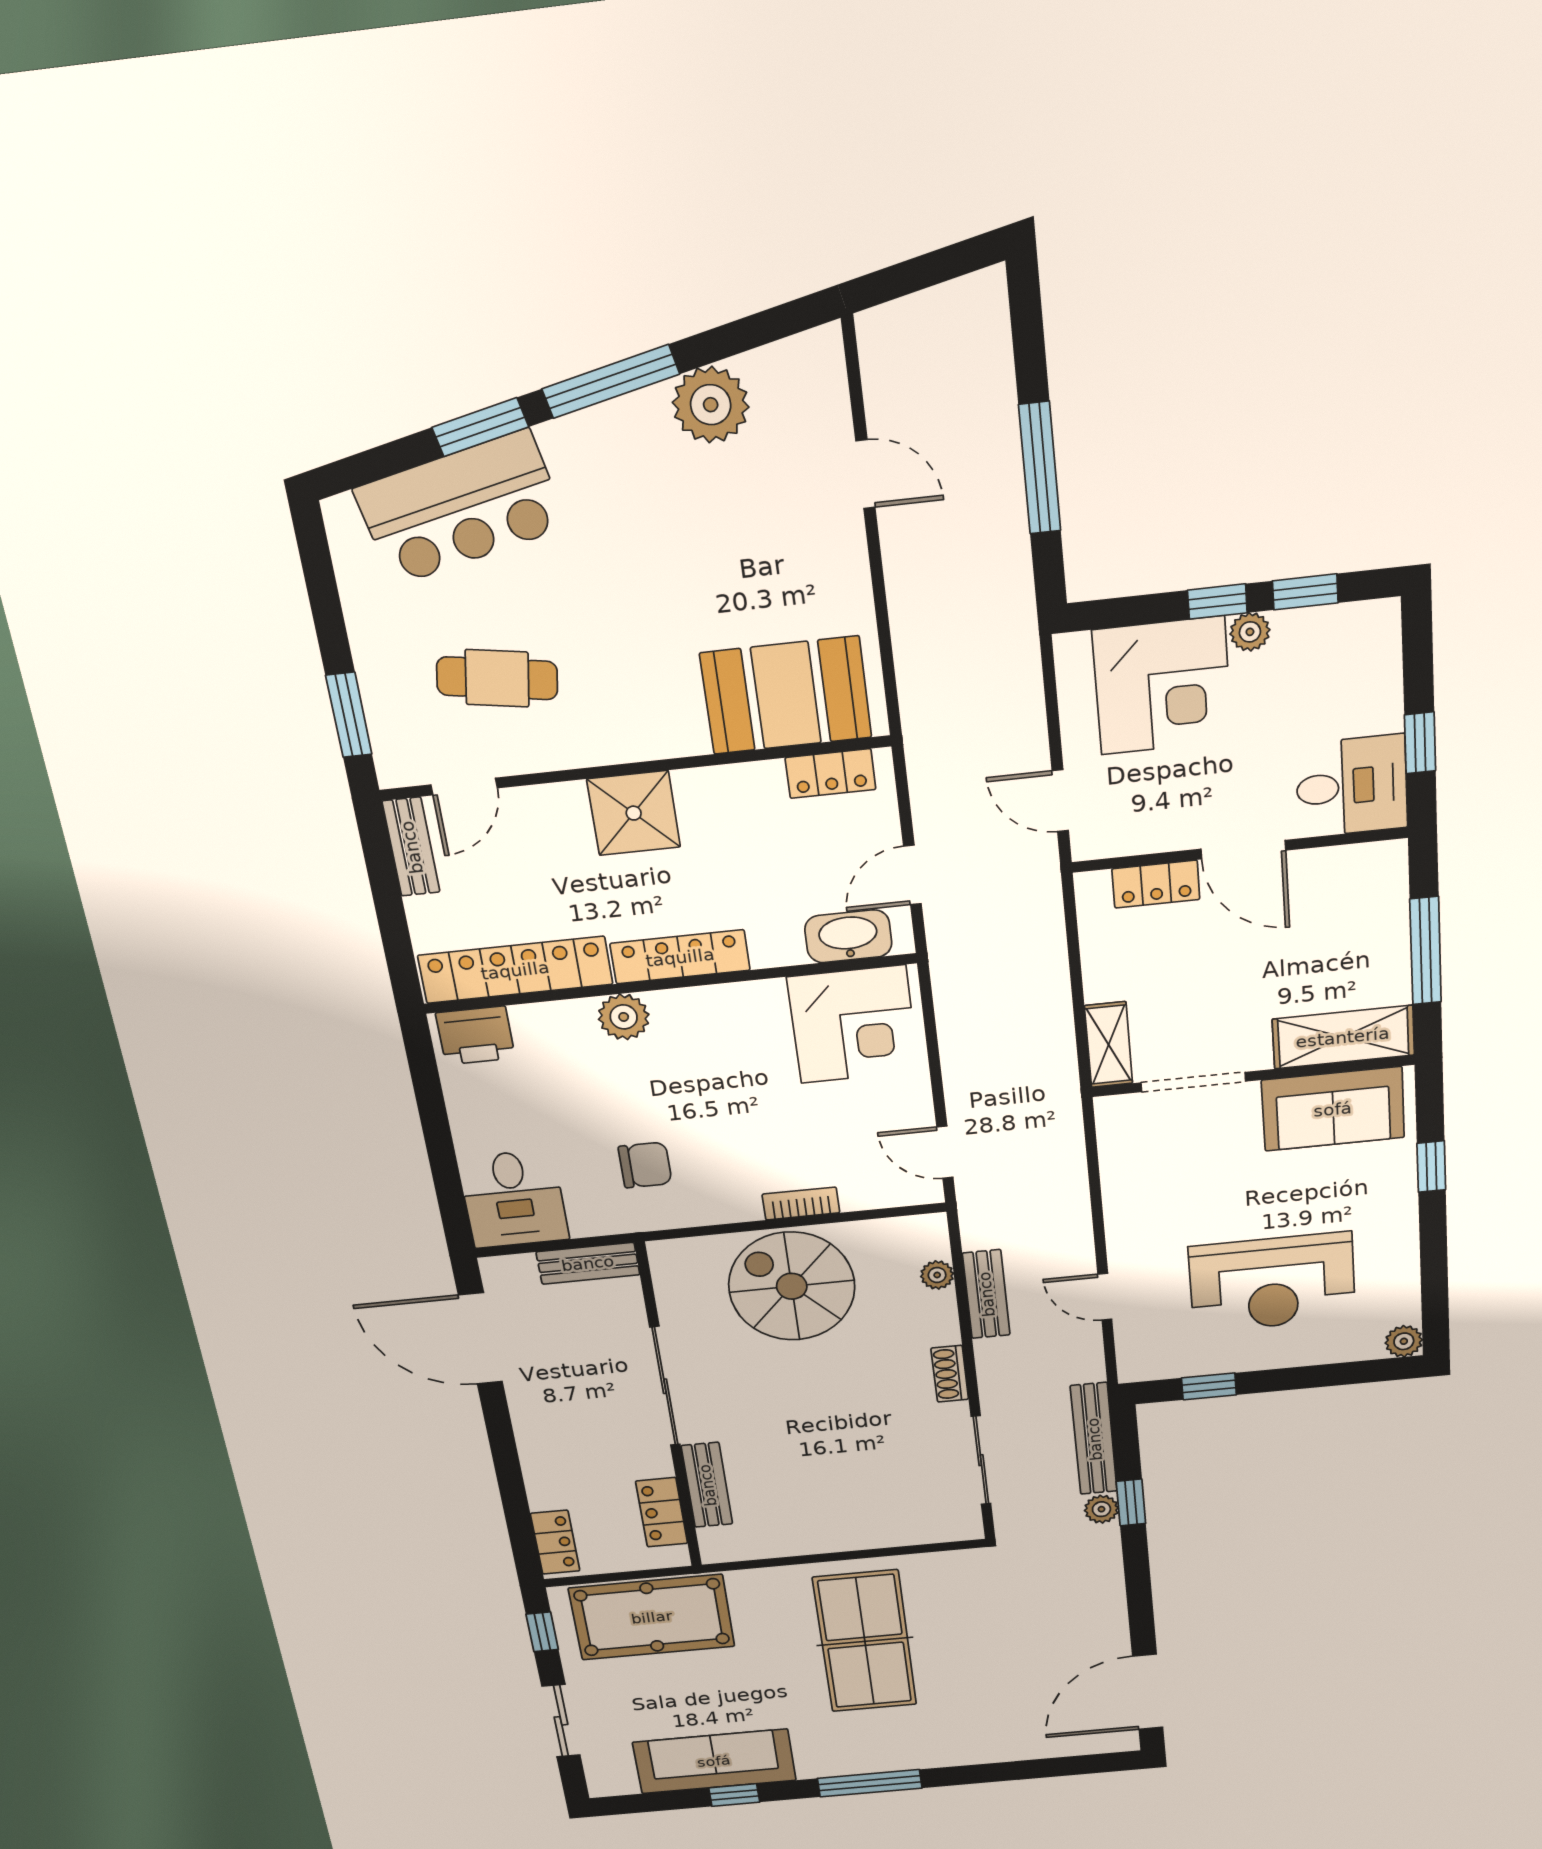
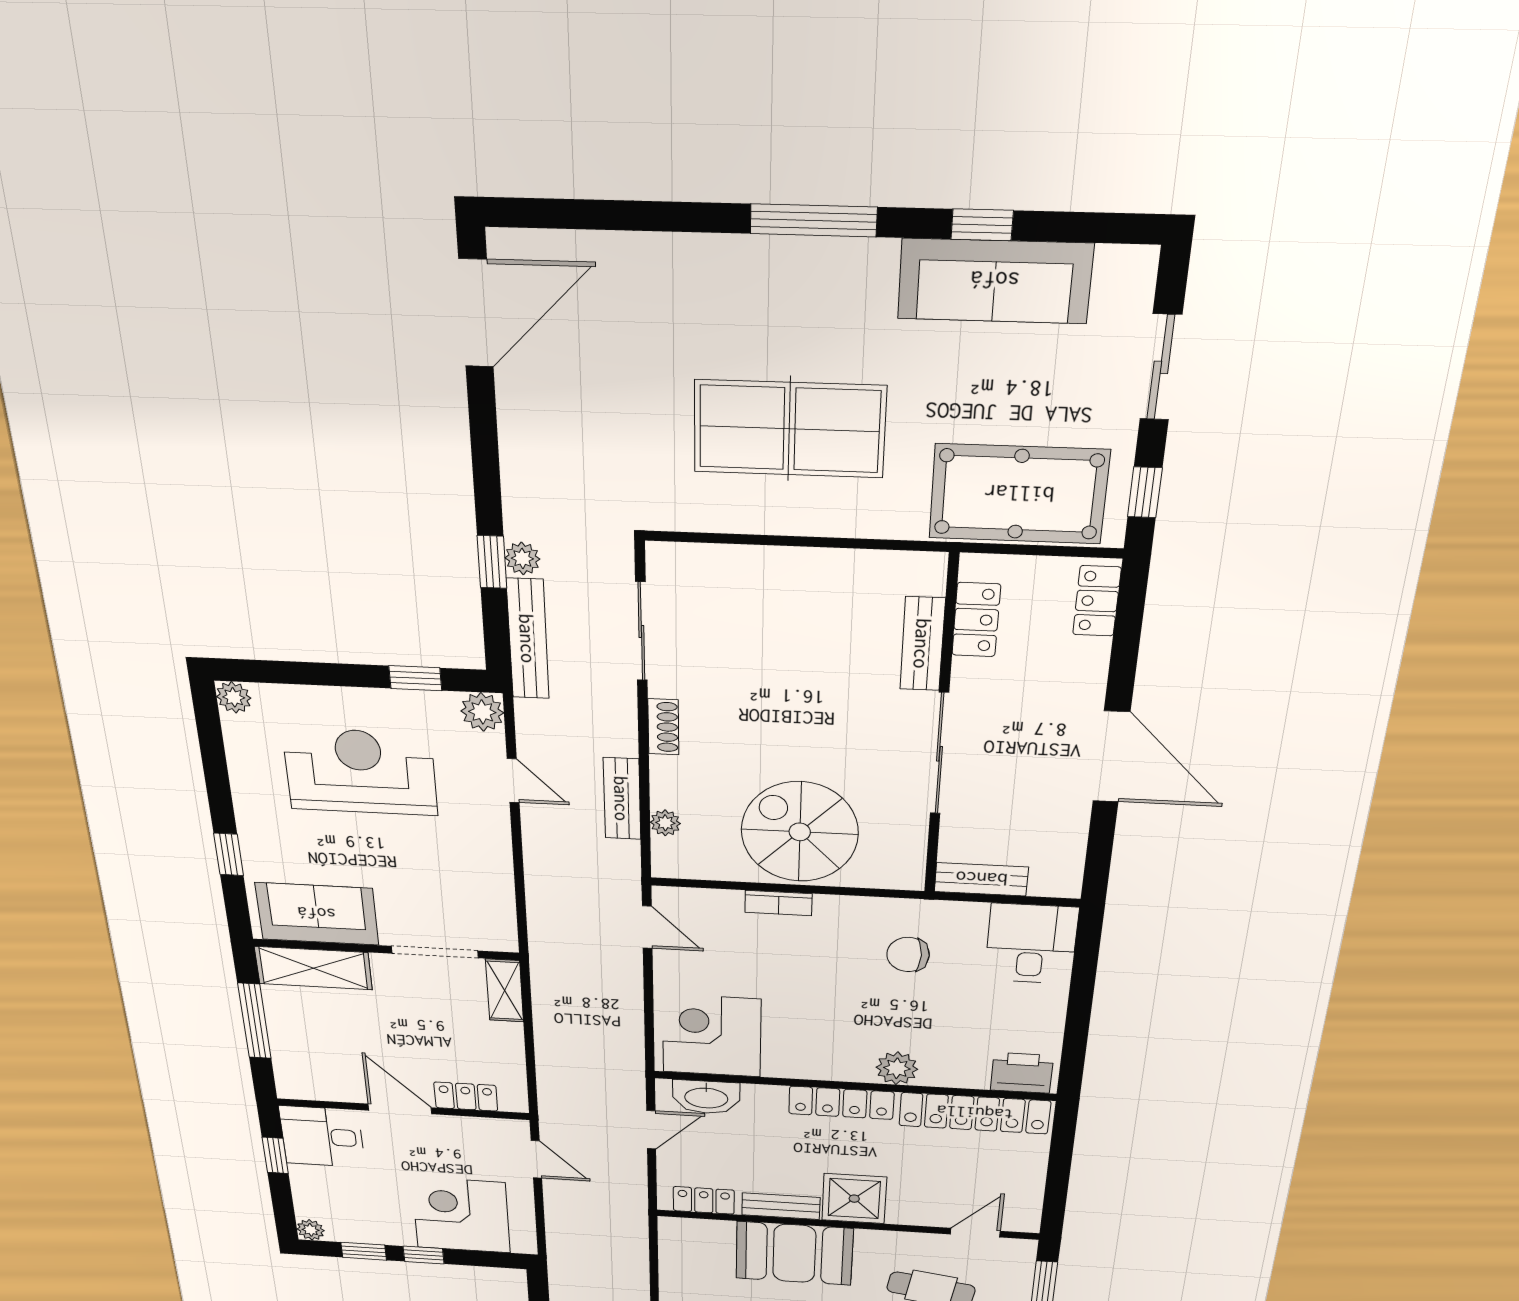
plant: (1250, 632) -> (311, 1230), moved
booth: (786, 695) -> (794, 1253), moved
bench: (411, 847) -> (781, 1206), moved, turned 90
spiral stairs: (792, 1286) -> (800, 832), turned 180
door: (480, 1339) -> (1111, 757), moved
plant: (1139, 1363) -> (482, 712), added
table tennis table: (865, 1641) -> (789, 429), turned 90

